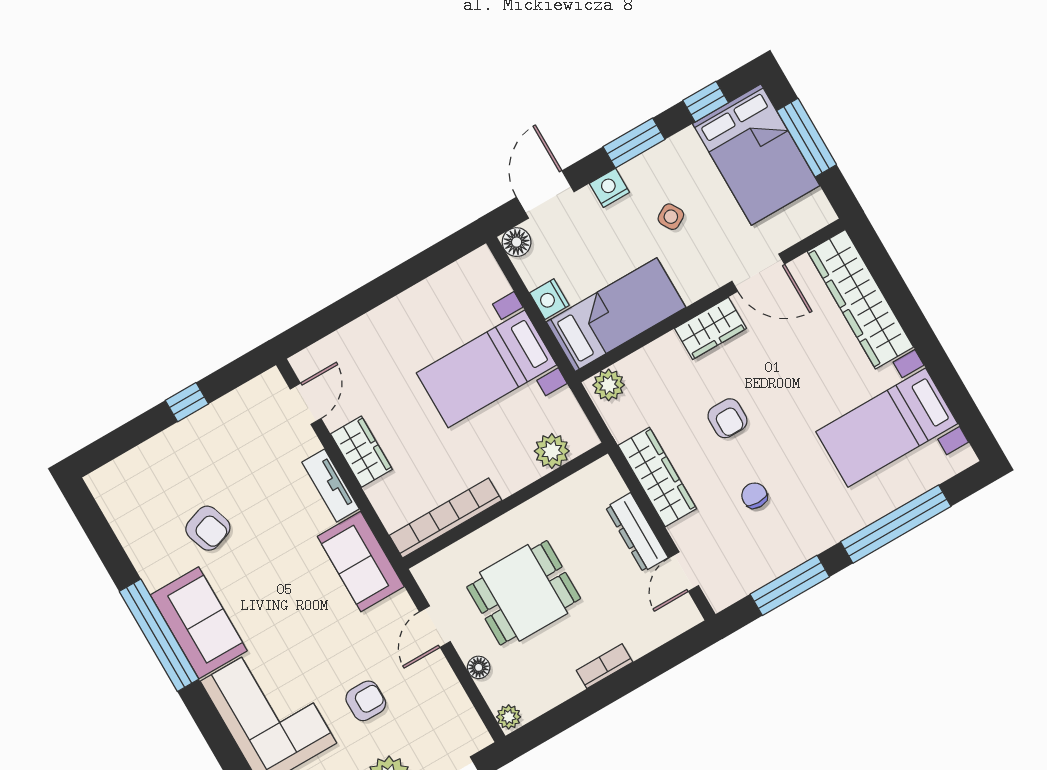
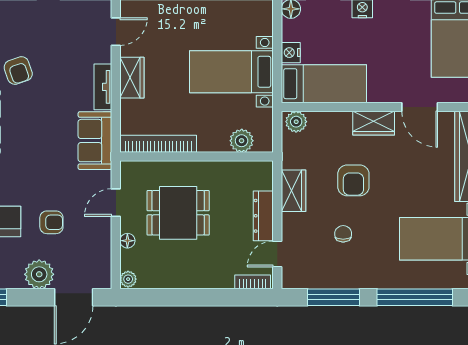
side table: (671, 217) -> (388, 46), removed
armchair: (727, 418) -> (353, 180), width x1.38, depth x1.38
wardrobe: (657, 477) -> (293, 191), width x0.67
bookcase: (604, 666) -> (253, 282), moved

